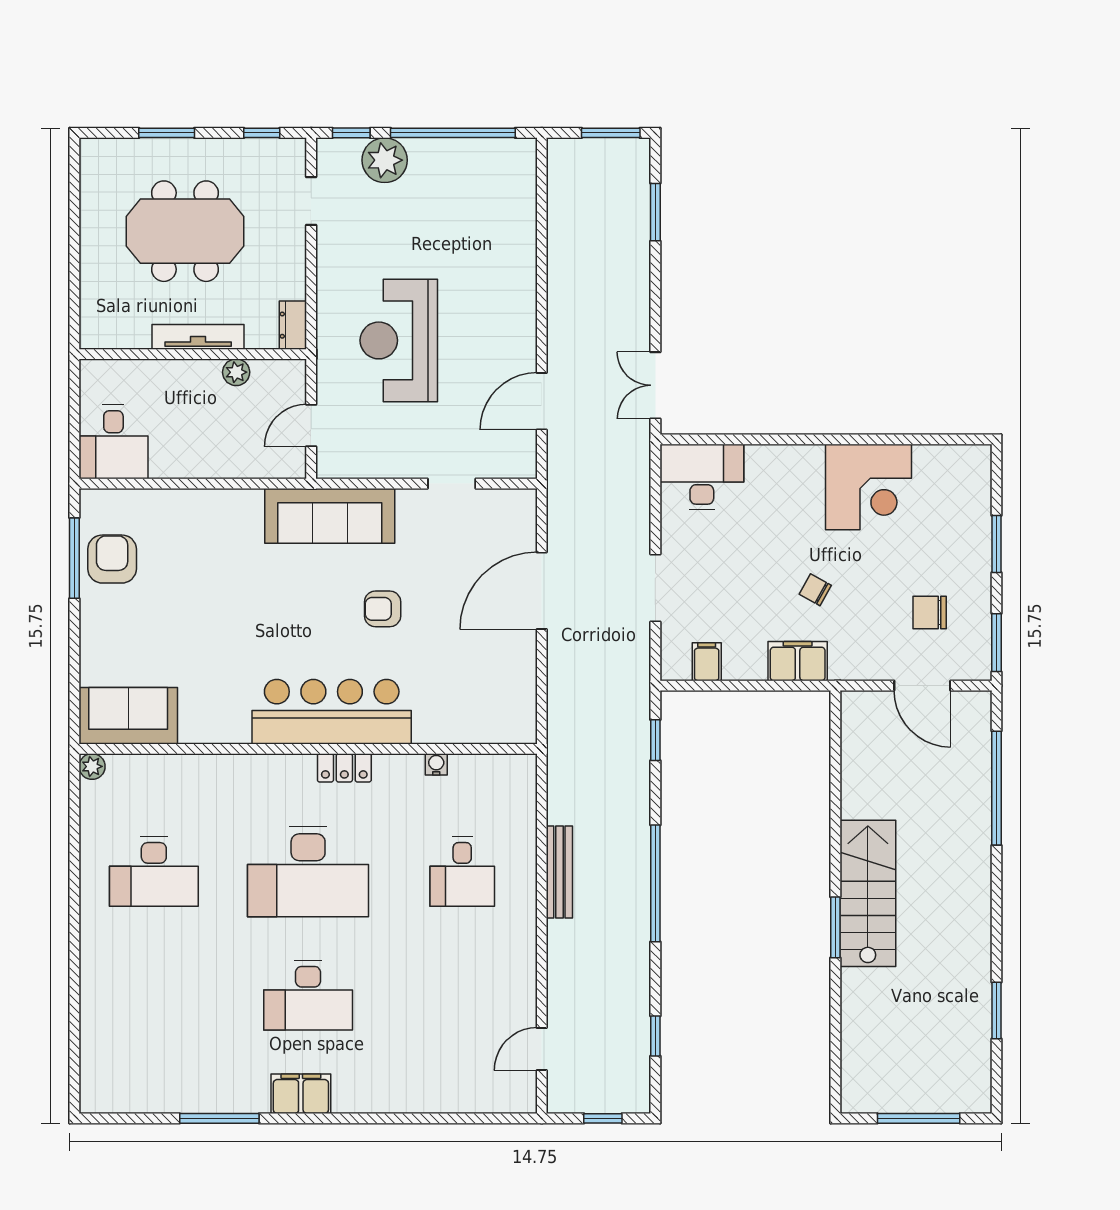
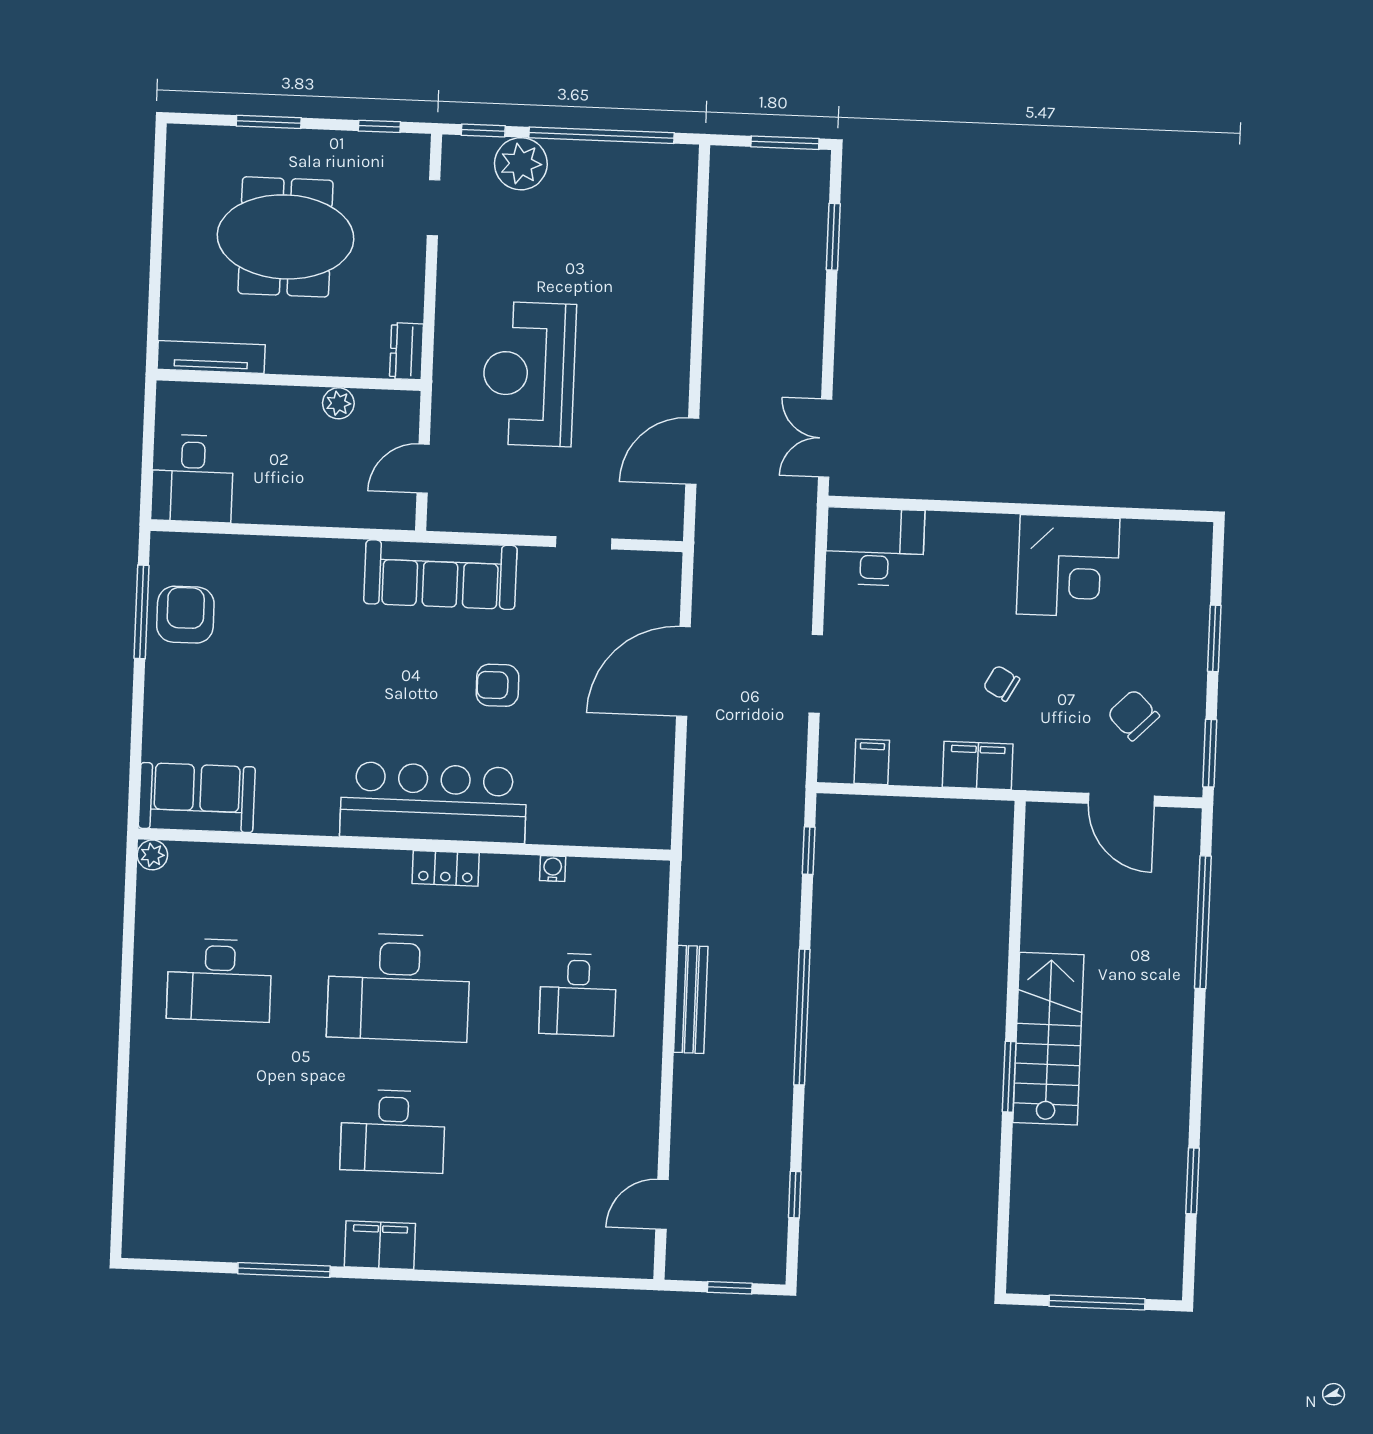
tv unit: (198, 337) -> (211, 357), moved
chair: (930, 612) -> (1133, 715), turned 45

